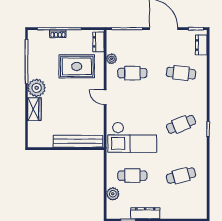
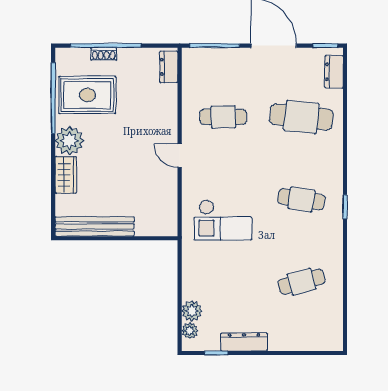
plant: (111, 59) -> (190, 331), moved
rug: (77, 66) -> (87, 95), moved
cafe table: (181, 73) -> (301, 117), width x1.37, depth x1.35
cafe table: (181, 124) -> (301, 199), turned 30
checkout: (132, 137) -> (223, 220), width x0.73, depth x0.83
bench: (78, 141) -> (95, 226), moved
cafe table: (132, 176) -> (223, 282), removed

